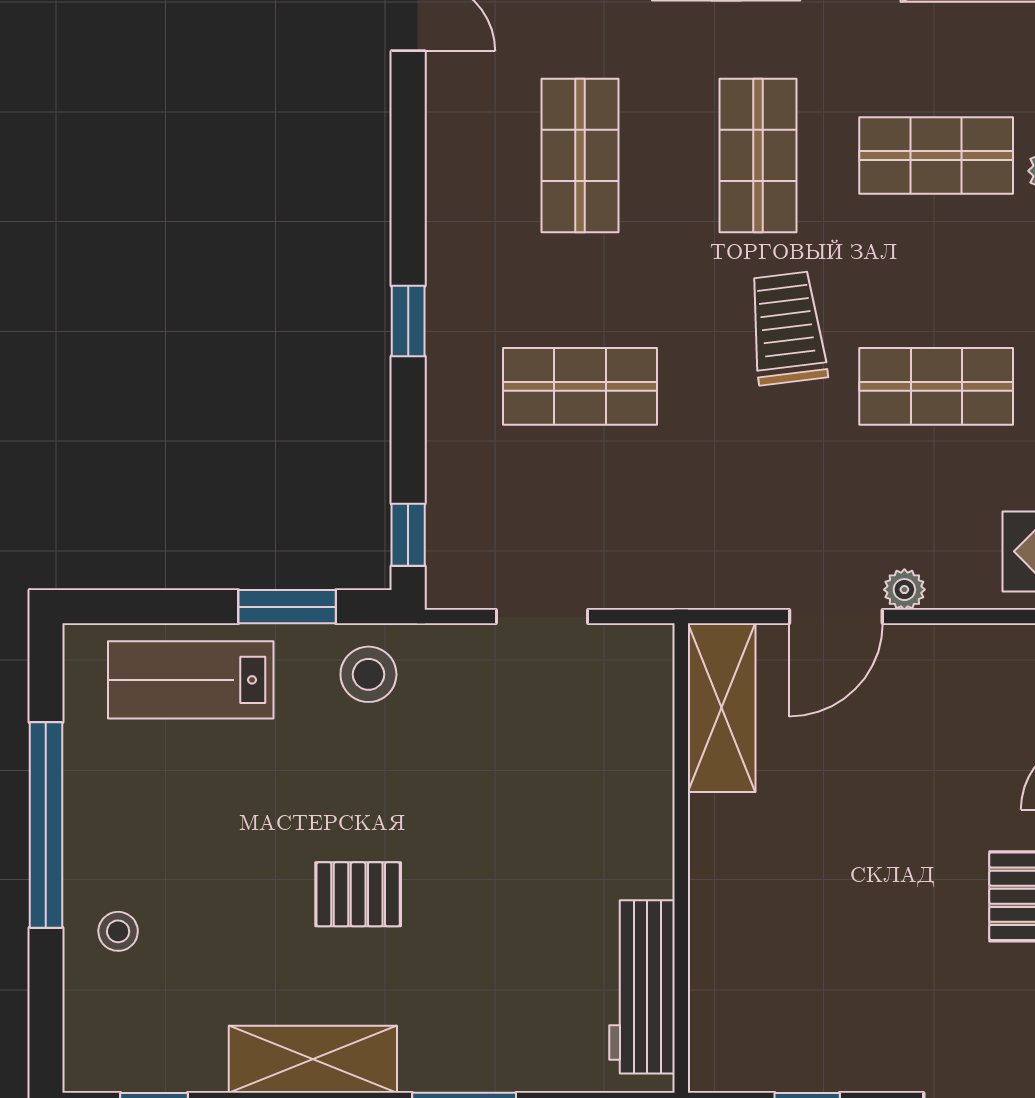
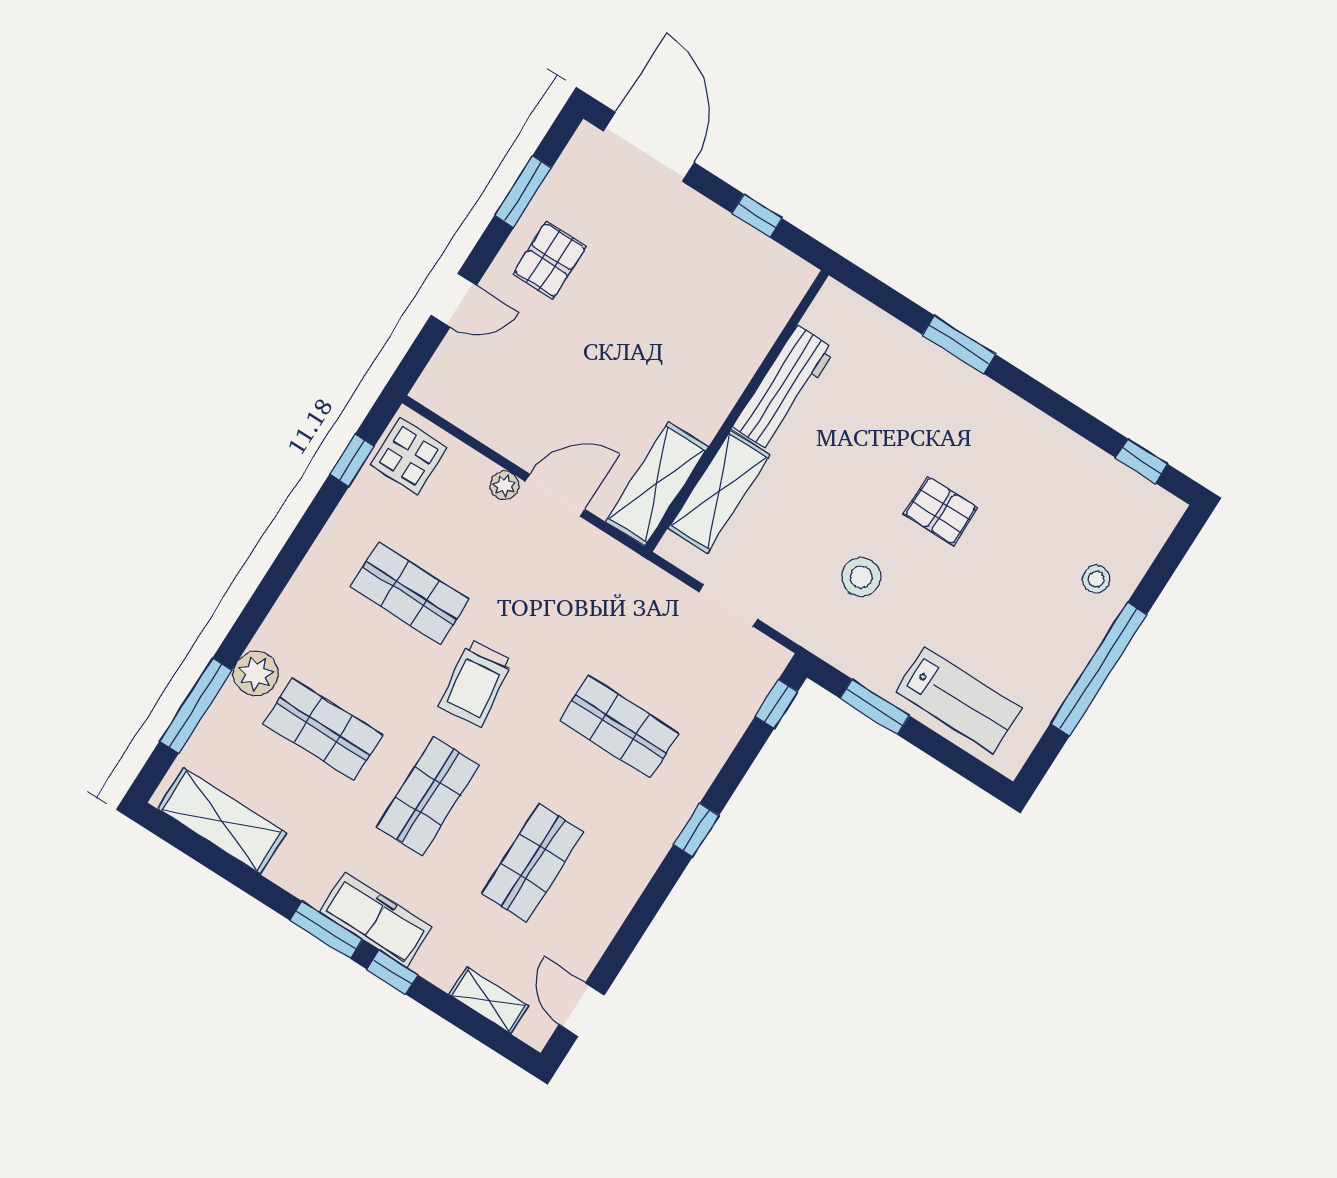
stool: (368, 674) -> (861, 577), moved
workbench: (642, 987) -> (784, 388), moved
shelving: (313, 1059) -> (719, 492), moved, turned 90

